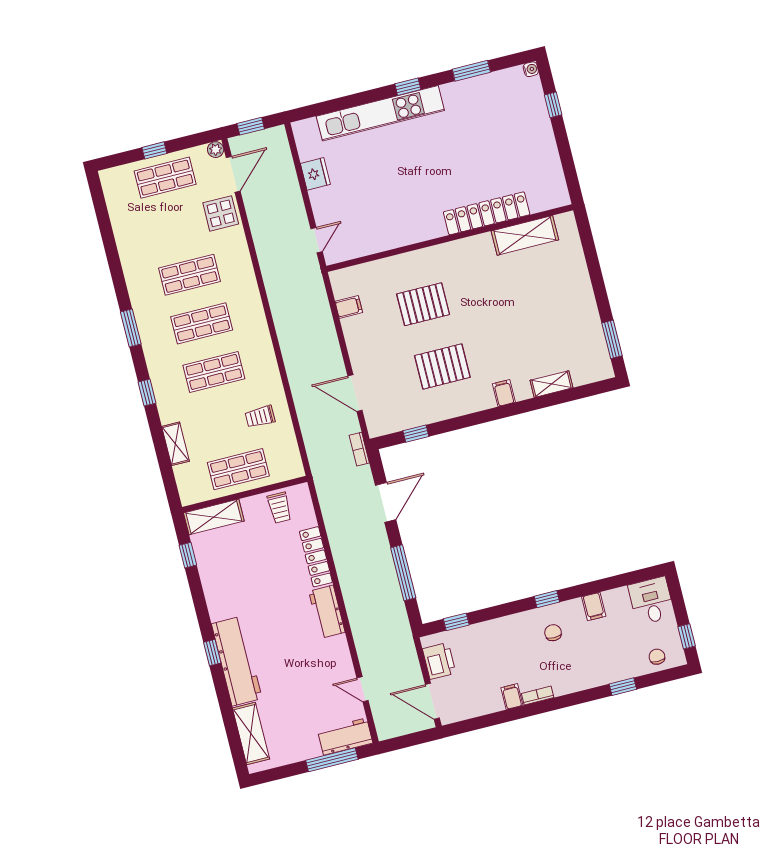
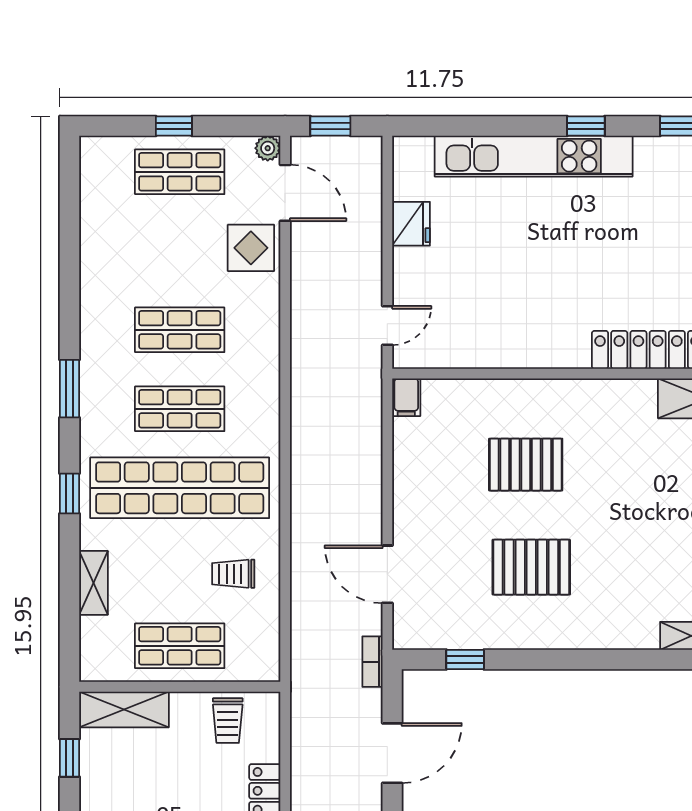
door: (233, 174) -> (285, 193), hinge flipped
filing cabinet: (349, 307) -> (406, 397), moved, turned 90
shop shelf: (214, 372) -> (180, 488), width x2.00, depth x1.36
filing cabinet: (504, 393) -> (615, 631), removed

